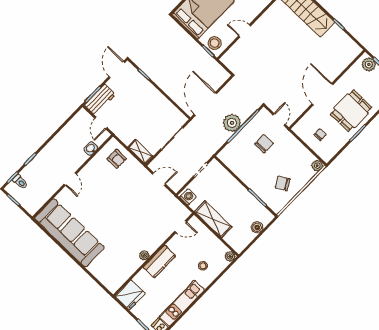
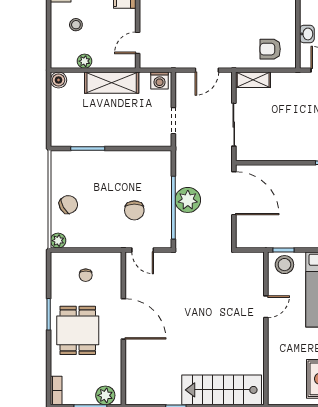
chair: (283, 183) -> (68, 205), moved
boiler: (257, 227) -> (59, 80), moved
plant: (230, 256) -> (85, 61), moved

